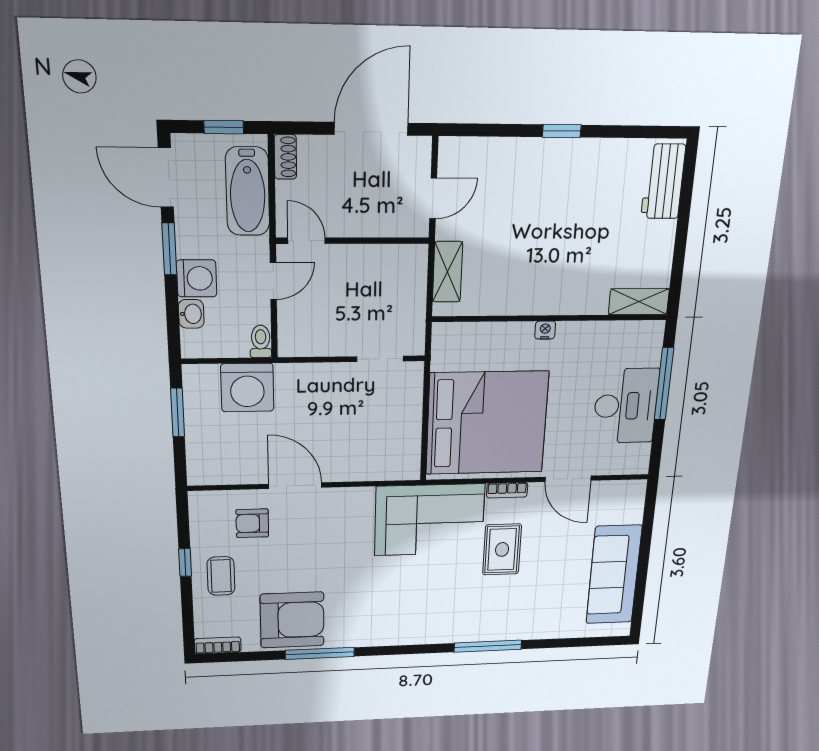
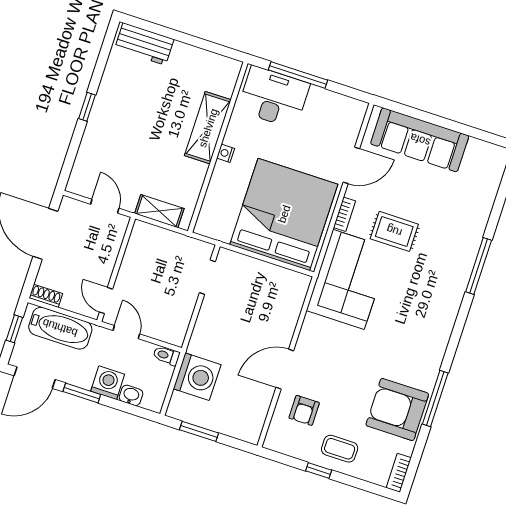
door: (306, 241) -> (106, 301), hinge flipped
shelving: (639, 302) -> (208, 128), moved, width x1.50, depth x1.33
desk: (626, 406) -> (274, 97), moved
sofa: (614, 575) -> (420, 140), moved
armchair: (292, 620) -> (397, 409), turned -90

